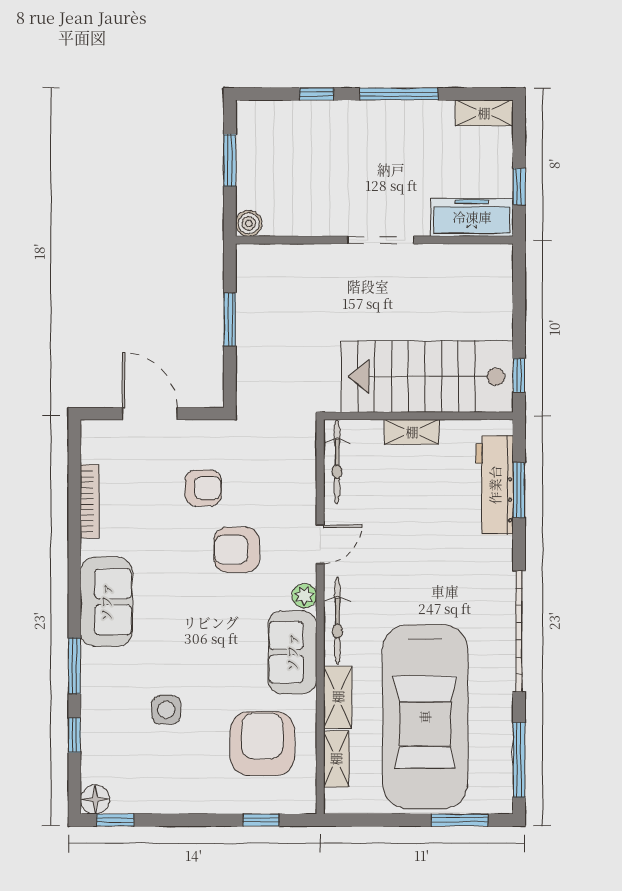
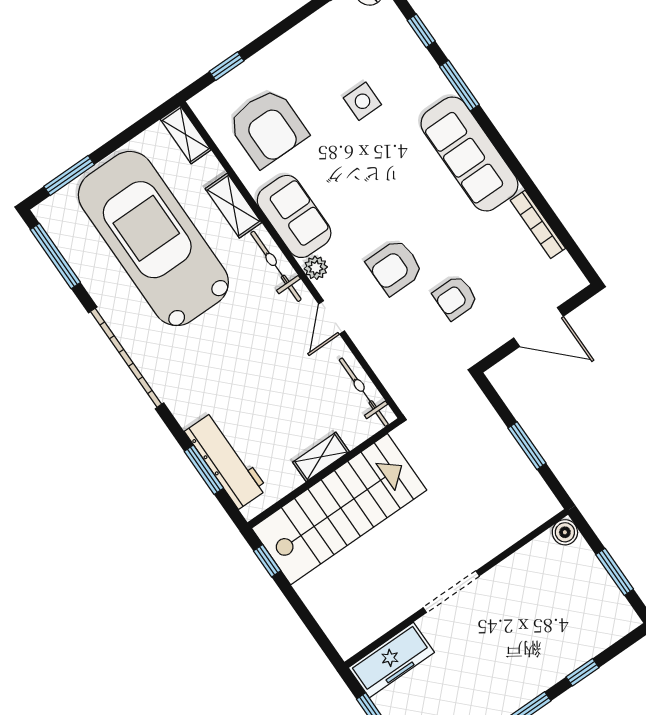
armchair: (237, 550) -> (395, 267), turned 180
sofa: (106, 602) -> (469, 154), width x1.36
shelving: (336, 759) -> (186, 135), moved

